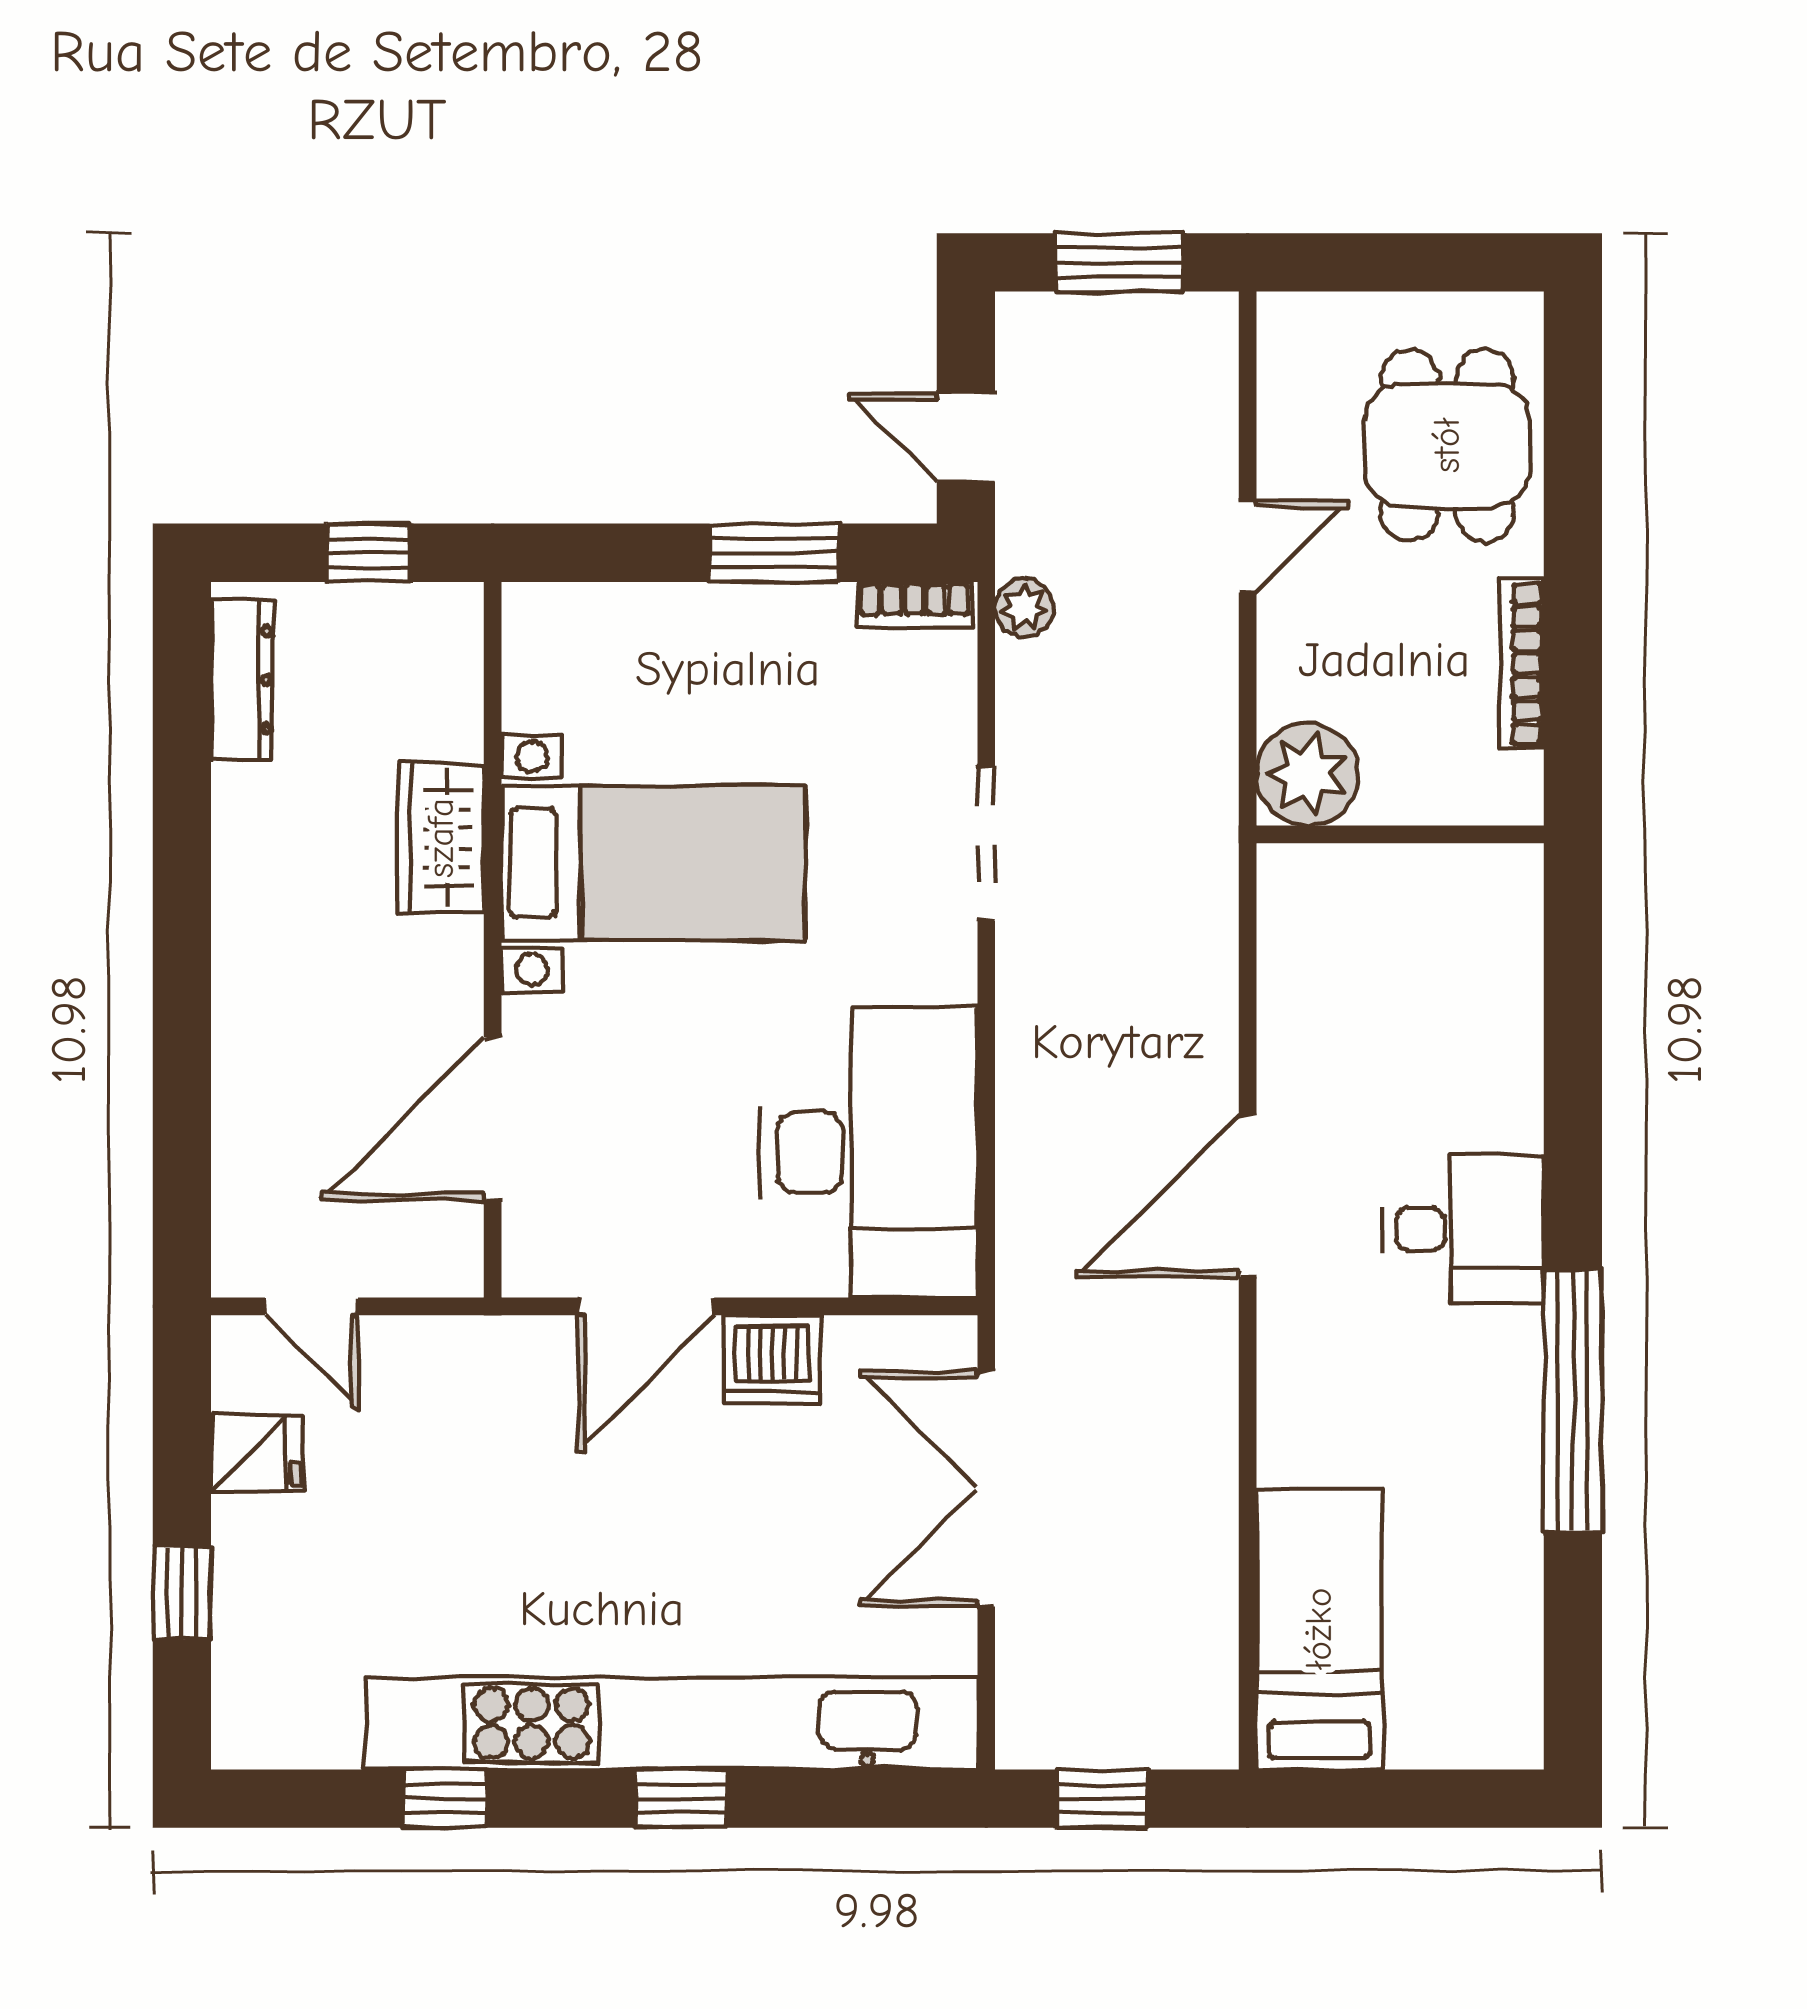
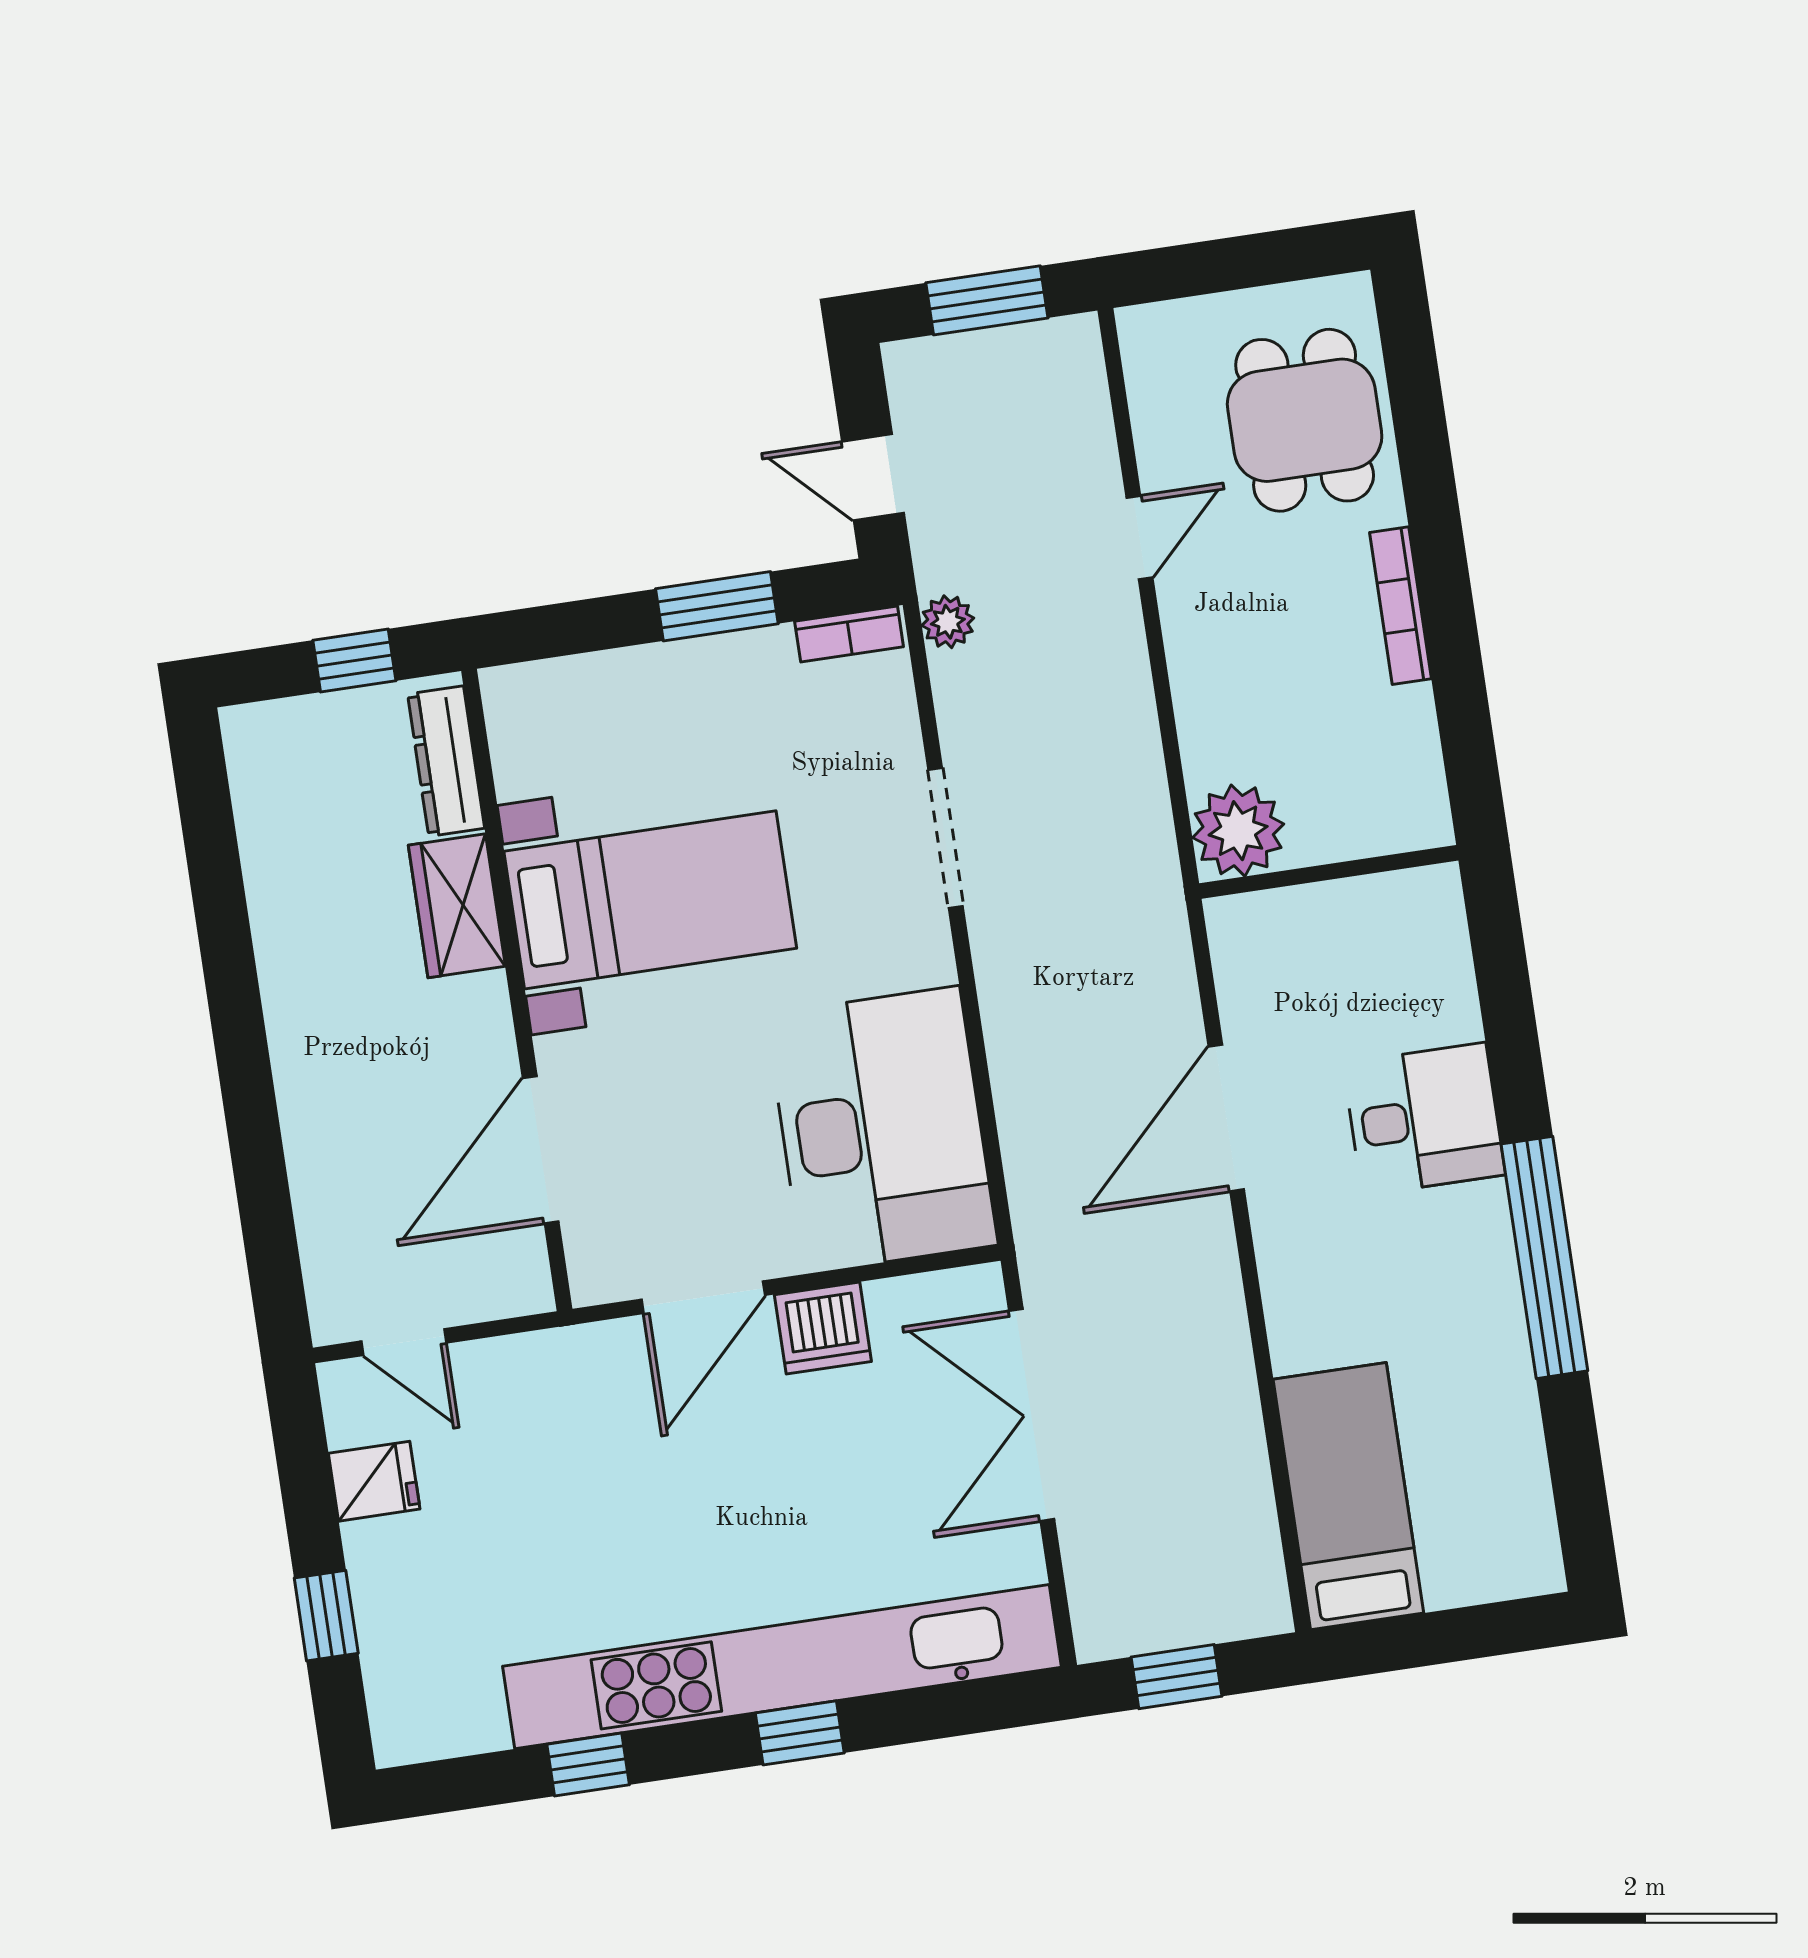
dresser: (242, 680) -> (446, 761), moved, turned 180
plant: (1308, 775) -> (1238, 831), moved
wall: (1400, 834) -> (1329, 872), moved

